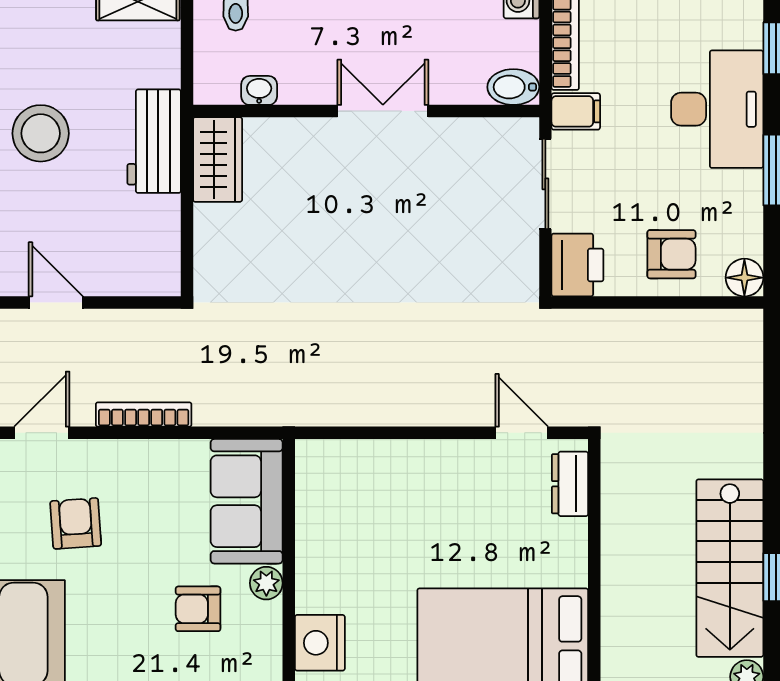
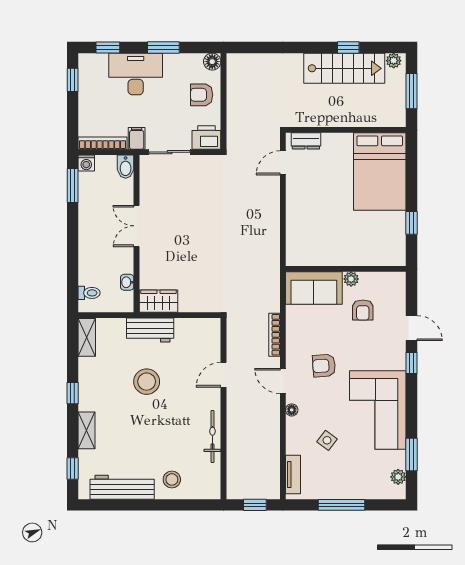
armchair: (671, 254) -> (202, 95), turned -90
nightstand: (320, 643) -> (378, 255), removed

